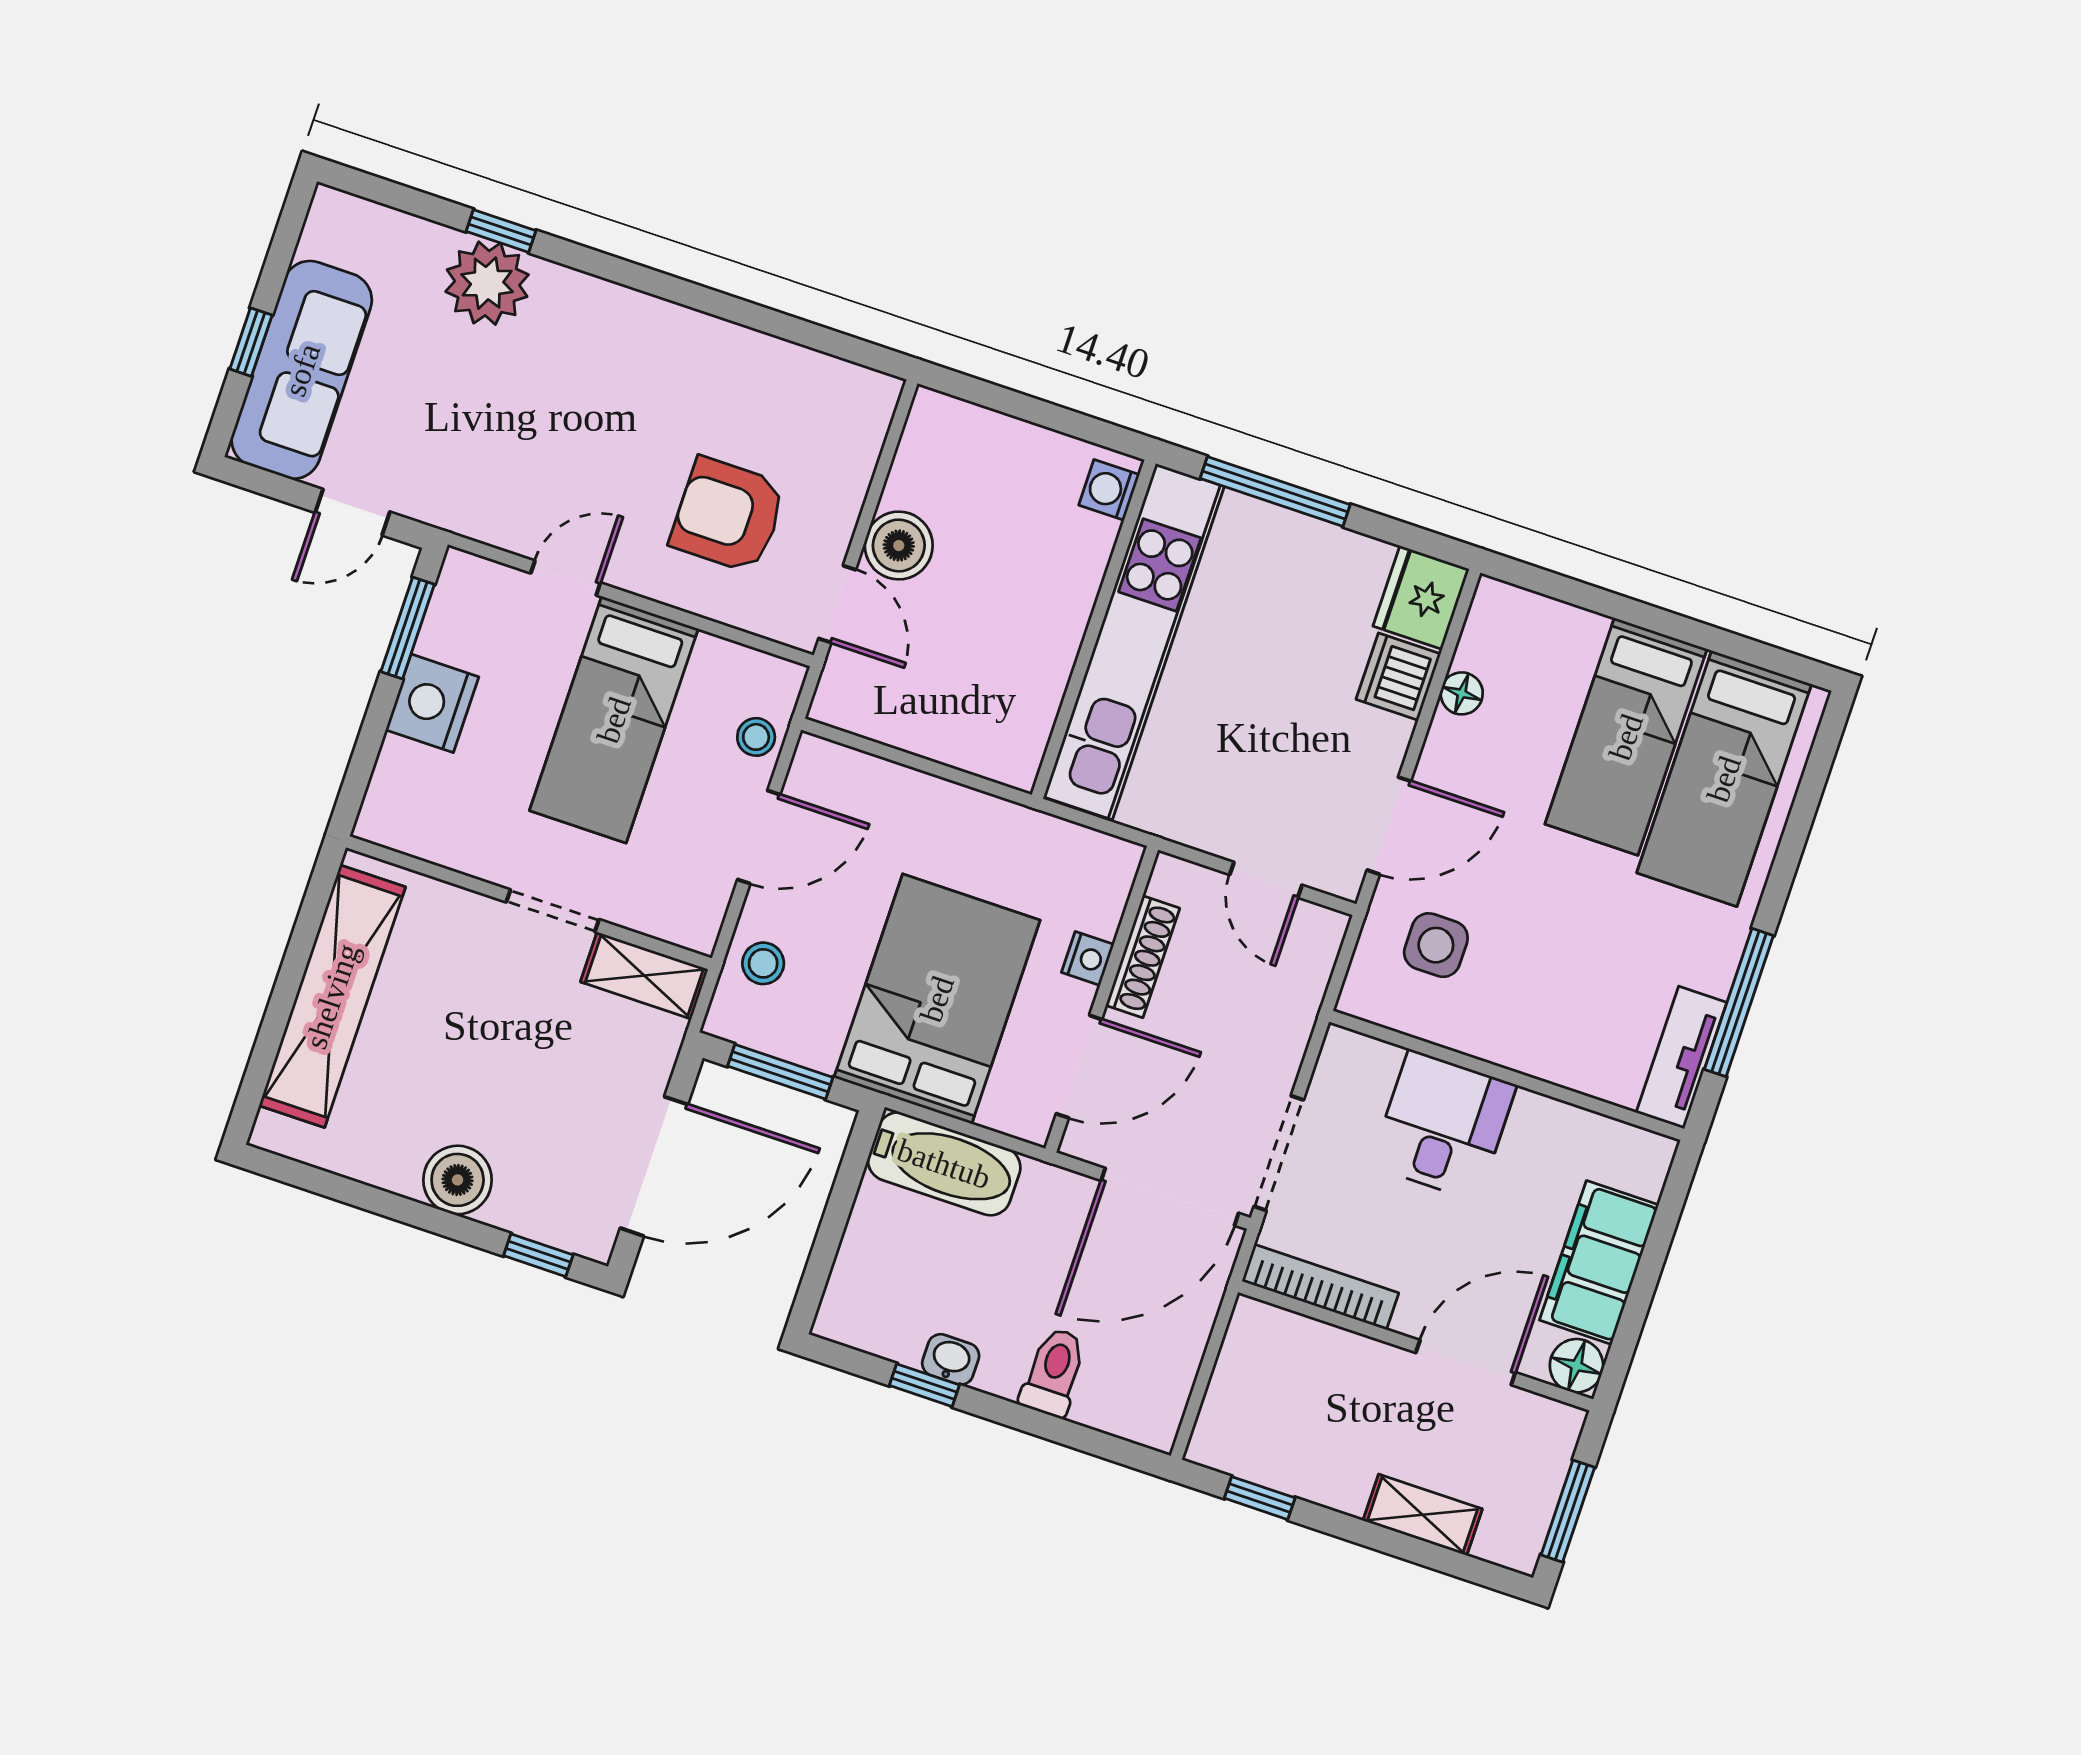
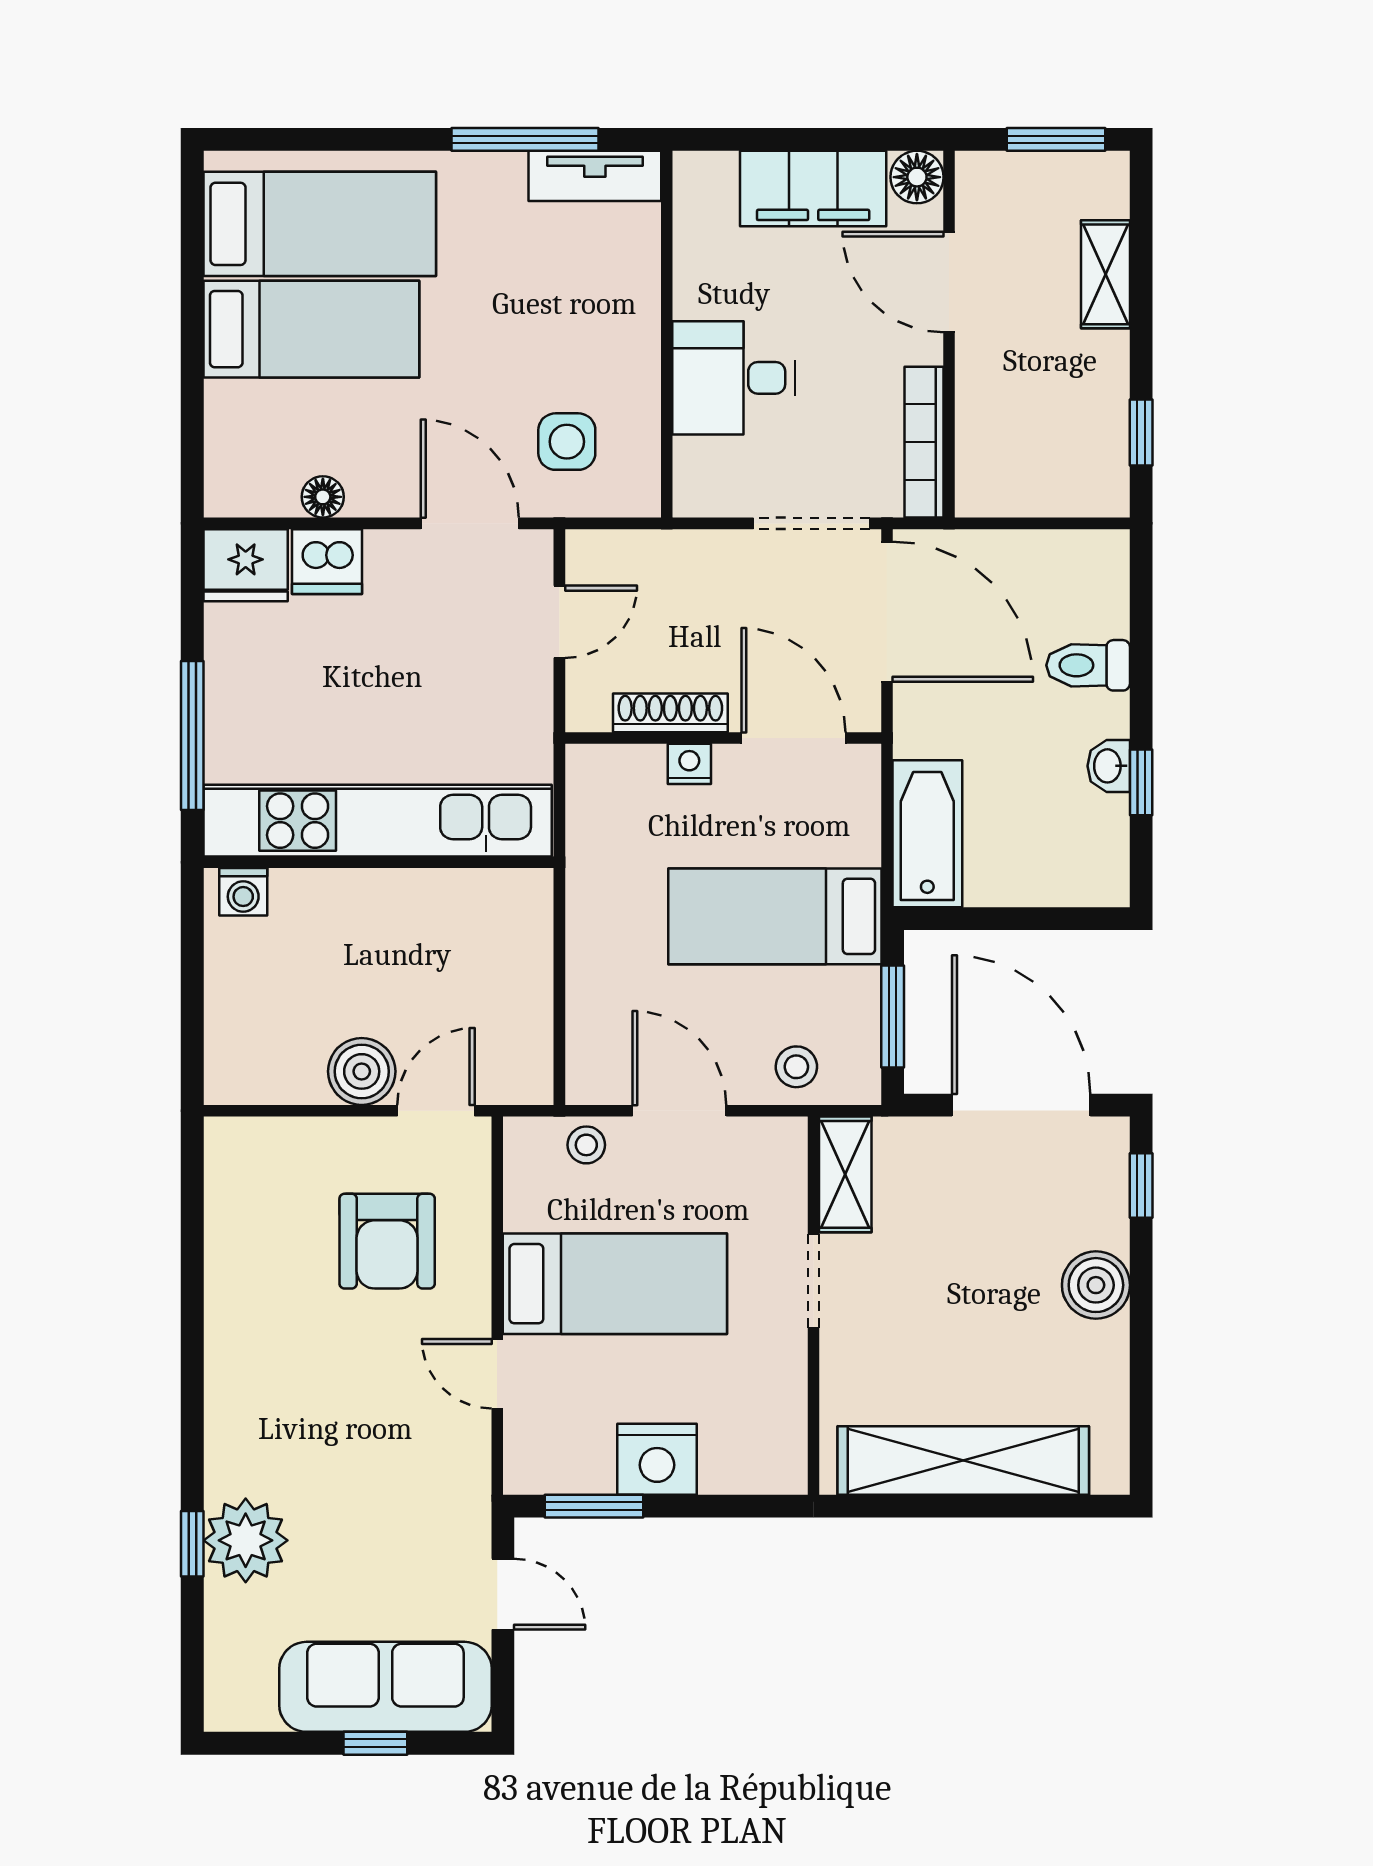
bed: (937, 999) -> (775, 916), width x0.67

